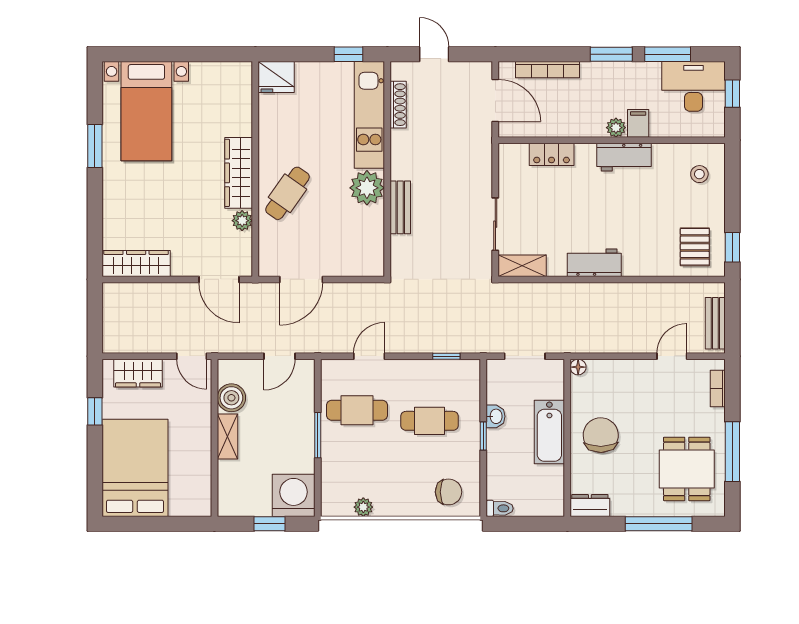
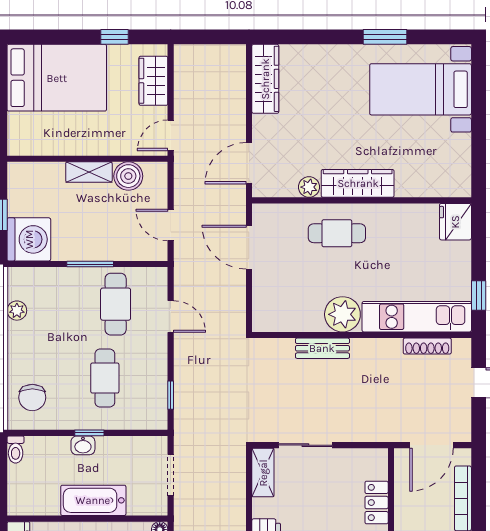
cafe table: (287, 193) -> (337, 233), turned -35
washbasin: (496, 416) -> (83, 445), moved

